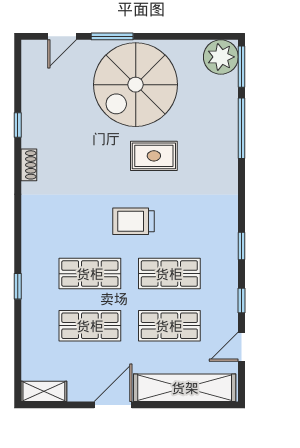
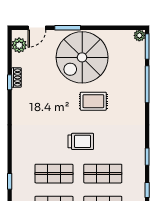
plant: (221, 57) -> (139, 35), width x0.53, depth x0.53
plant: (33, 65) -> (19, 45), added
shoe rack: (29, 165) -> (16, 77), moved
trolley: (133, 221) -> (81, 141), turned 180

